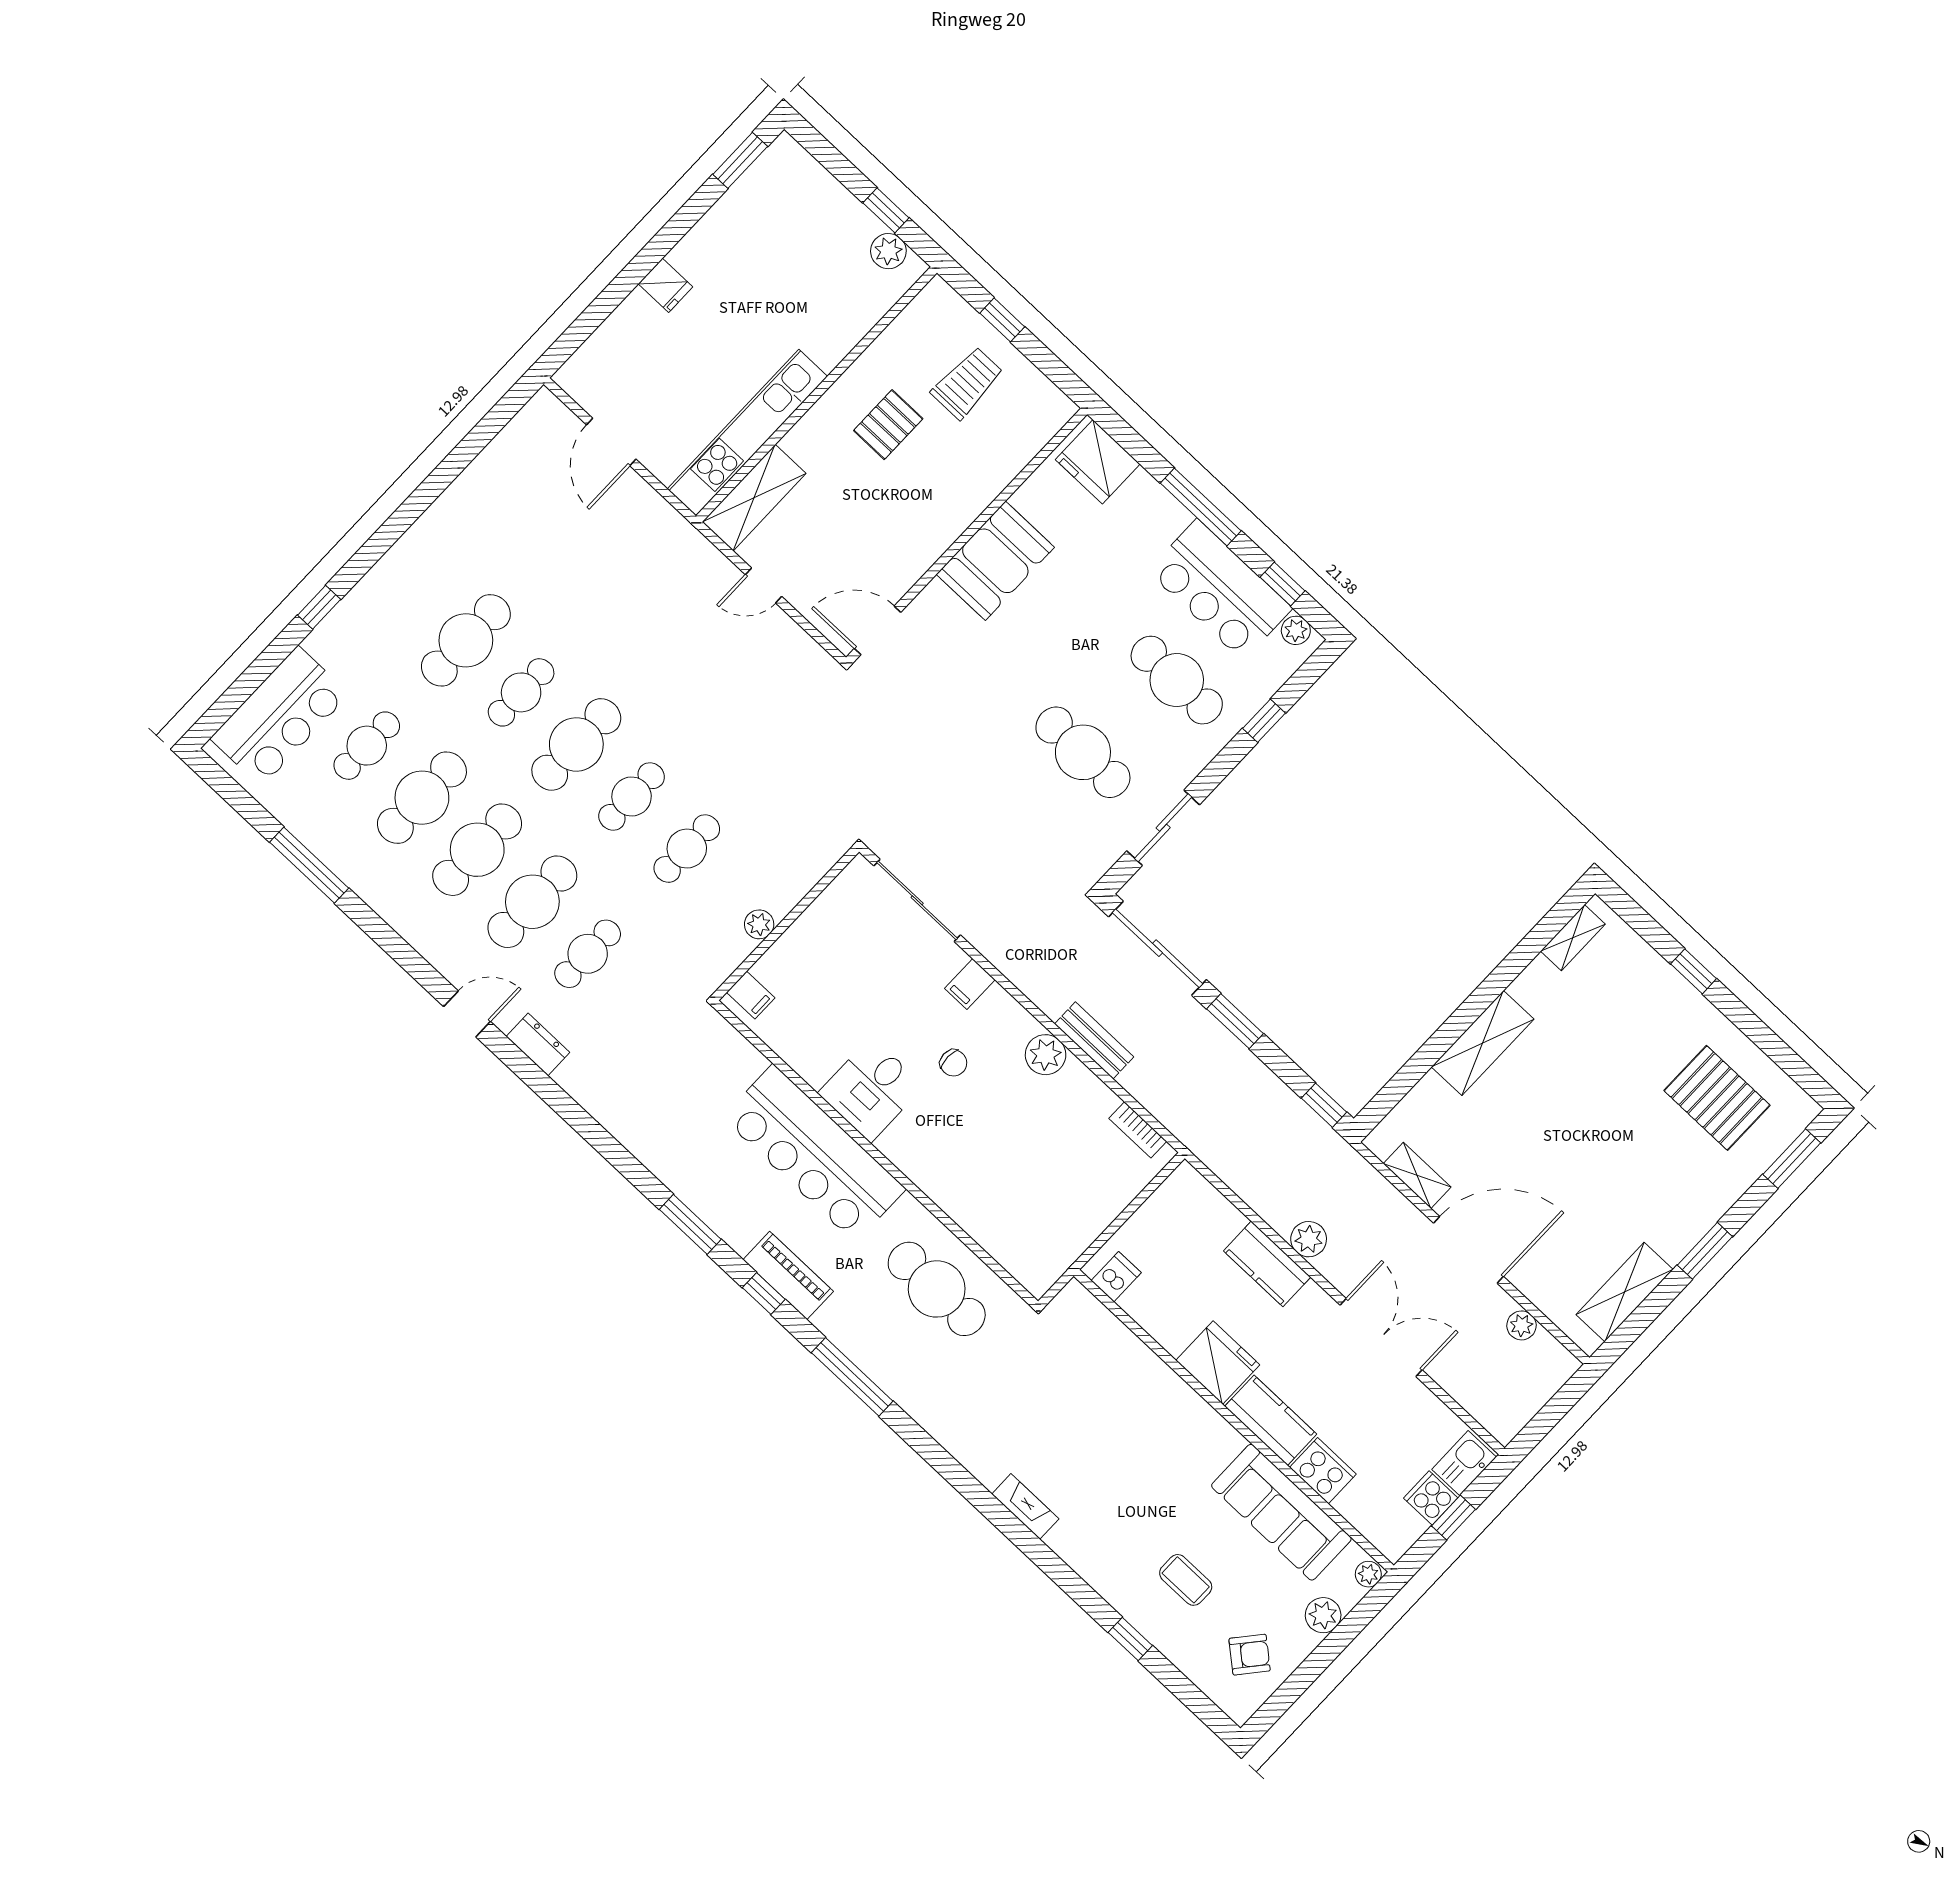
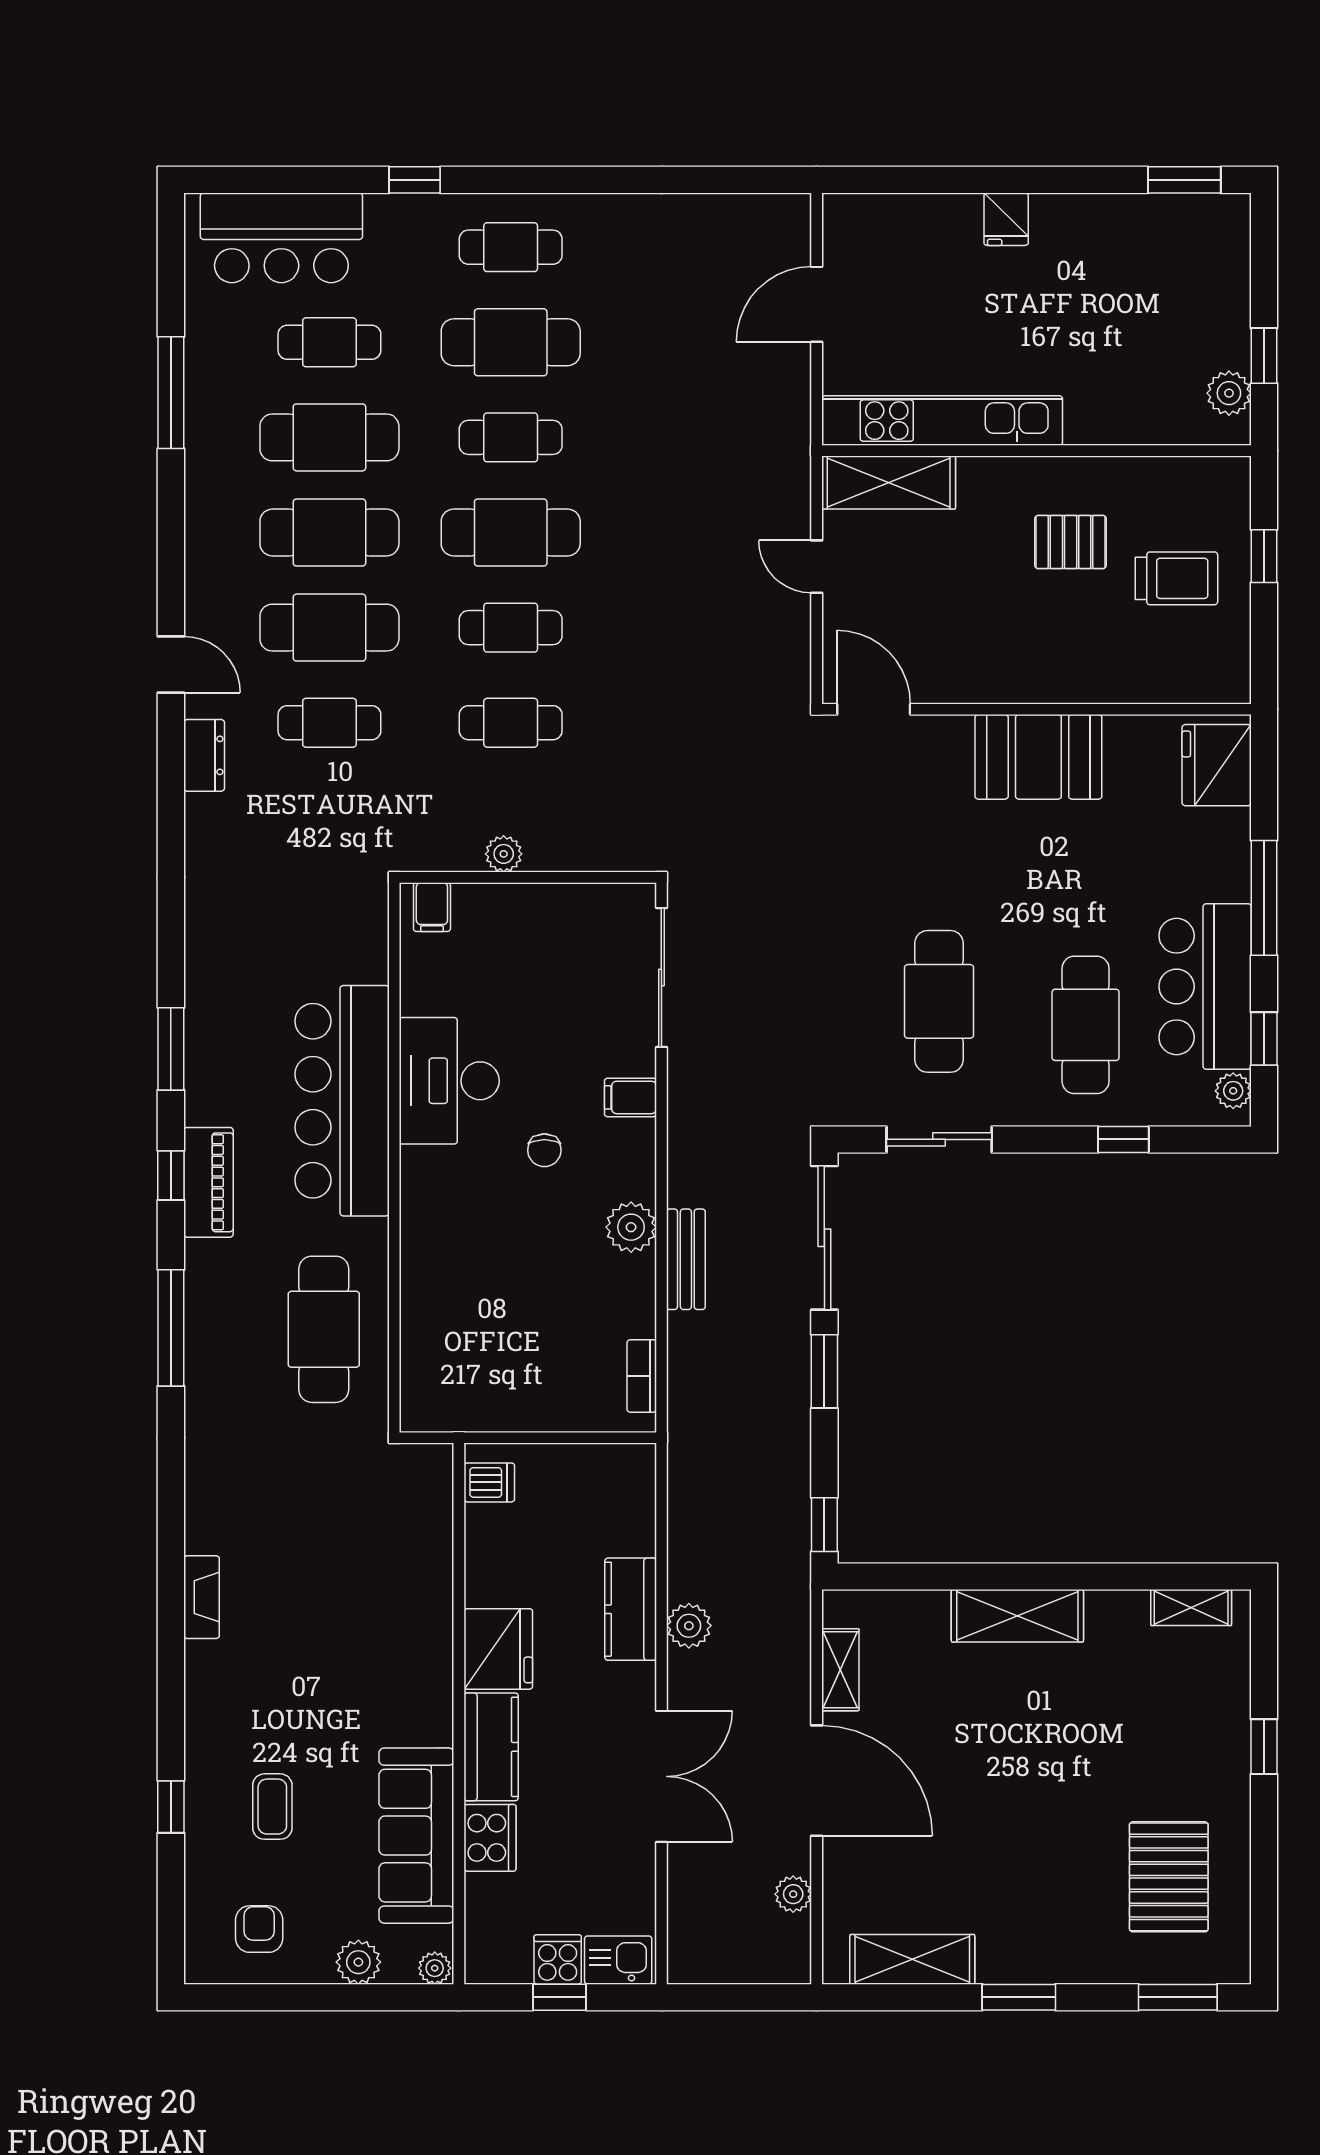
cafe table: (411, 588) -> (511, 247), added
desk: (871, 1090) -> (449, 1081), width x1.37
armchair: (1250, 1655) -> (259, 1929), turned -130

